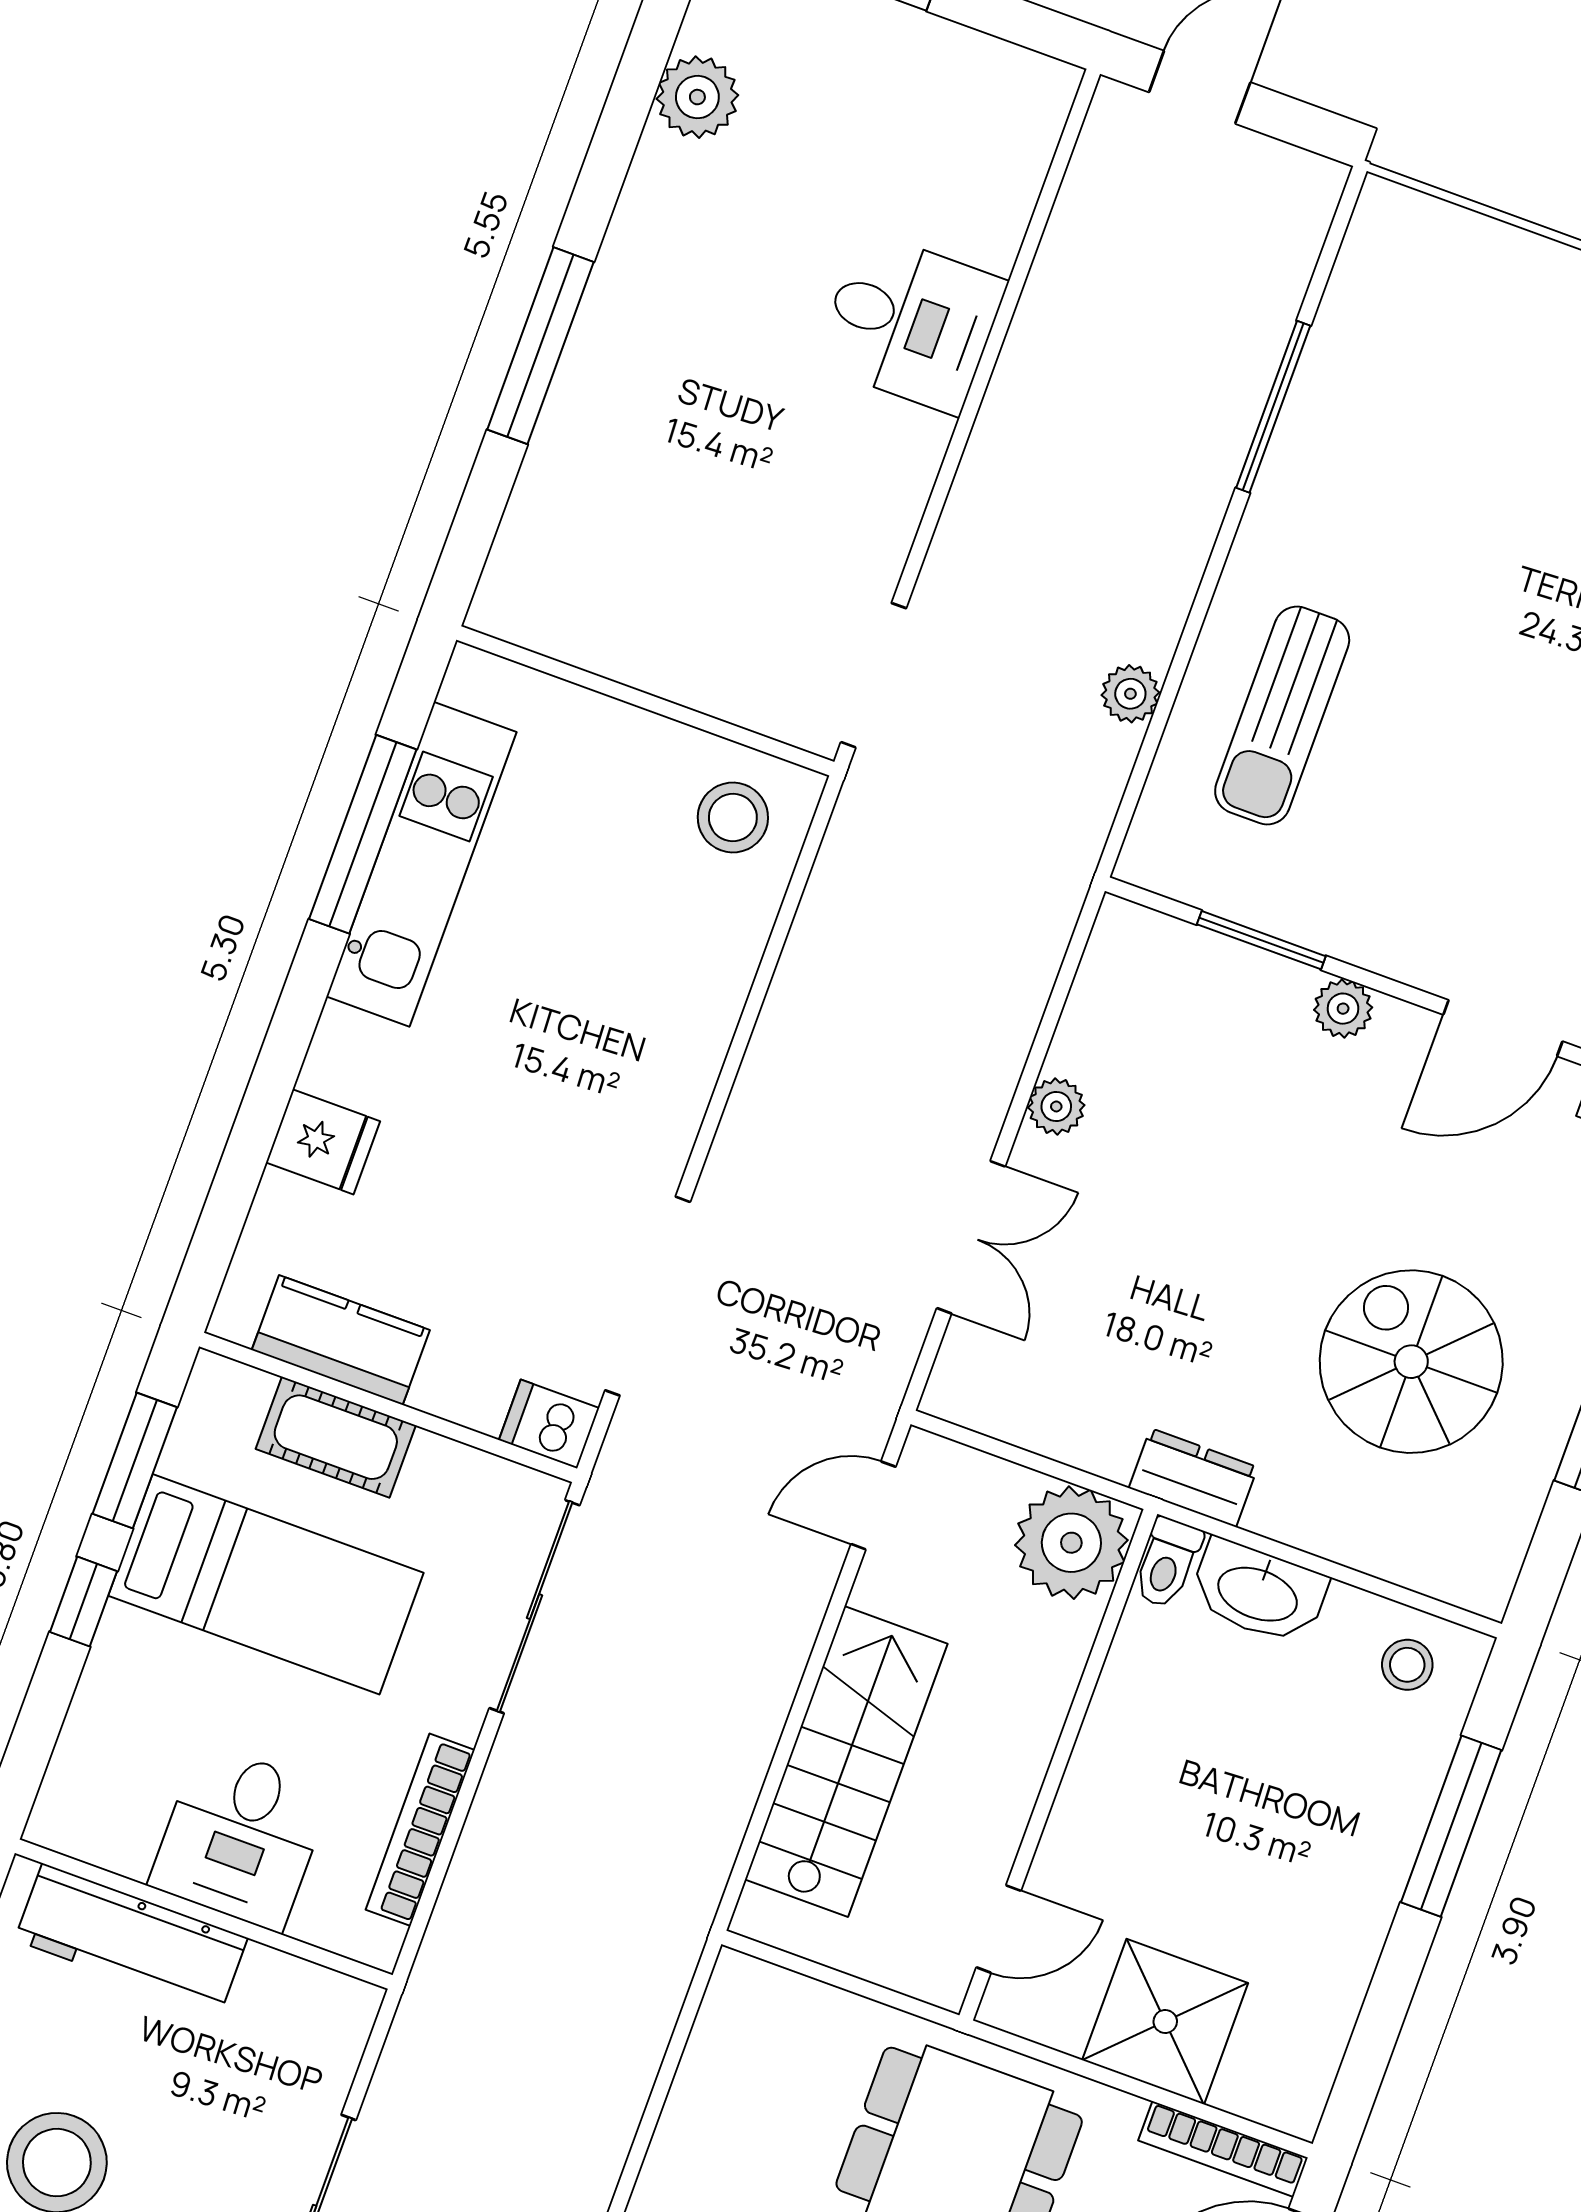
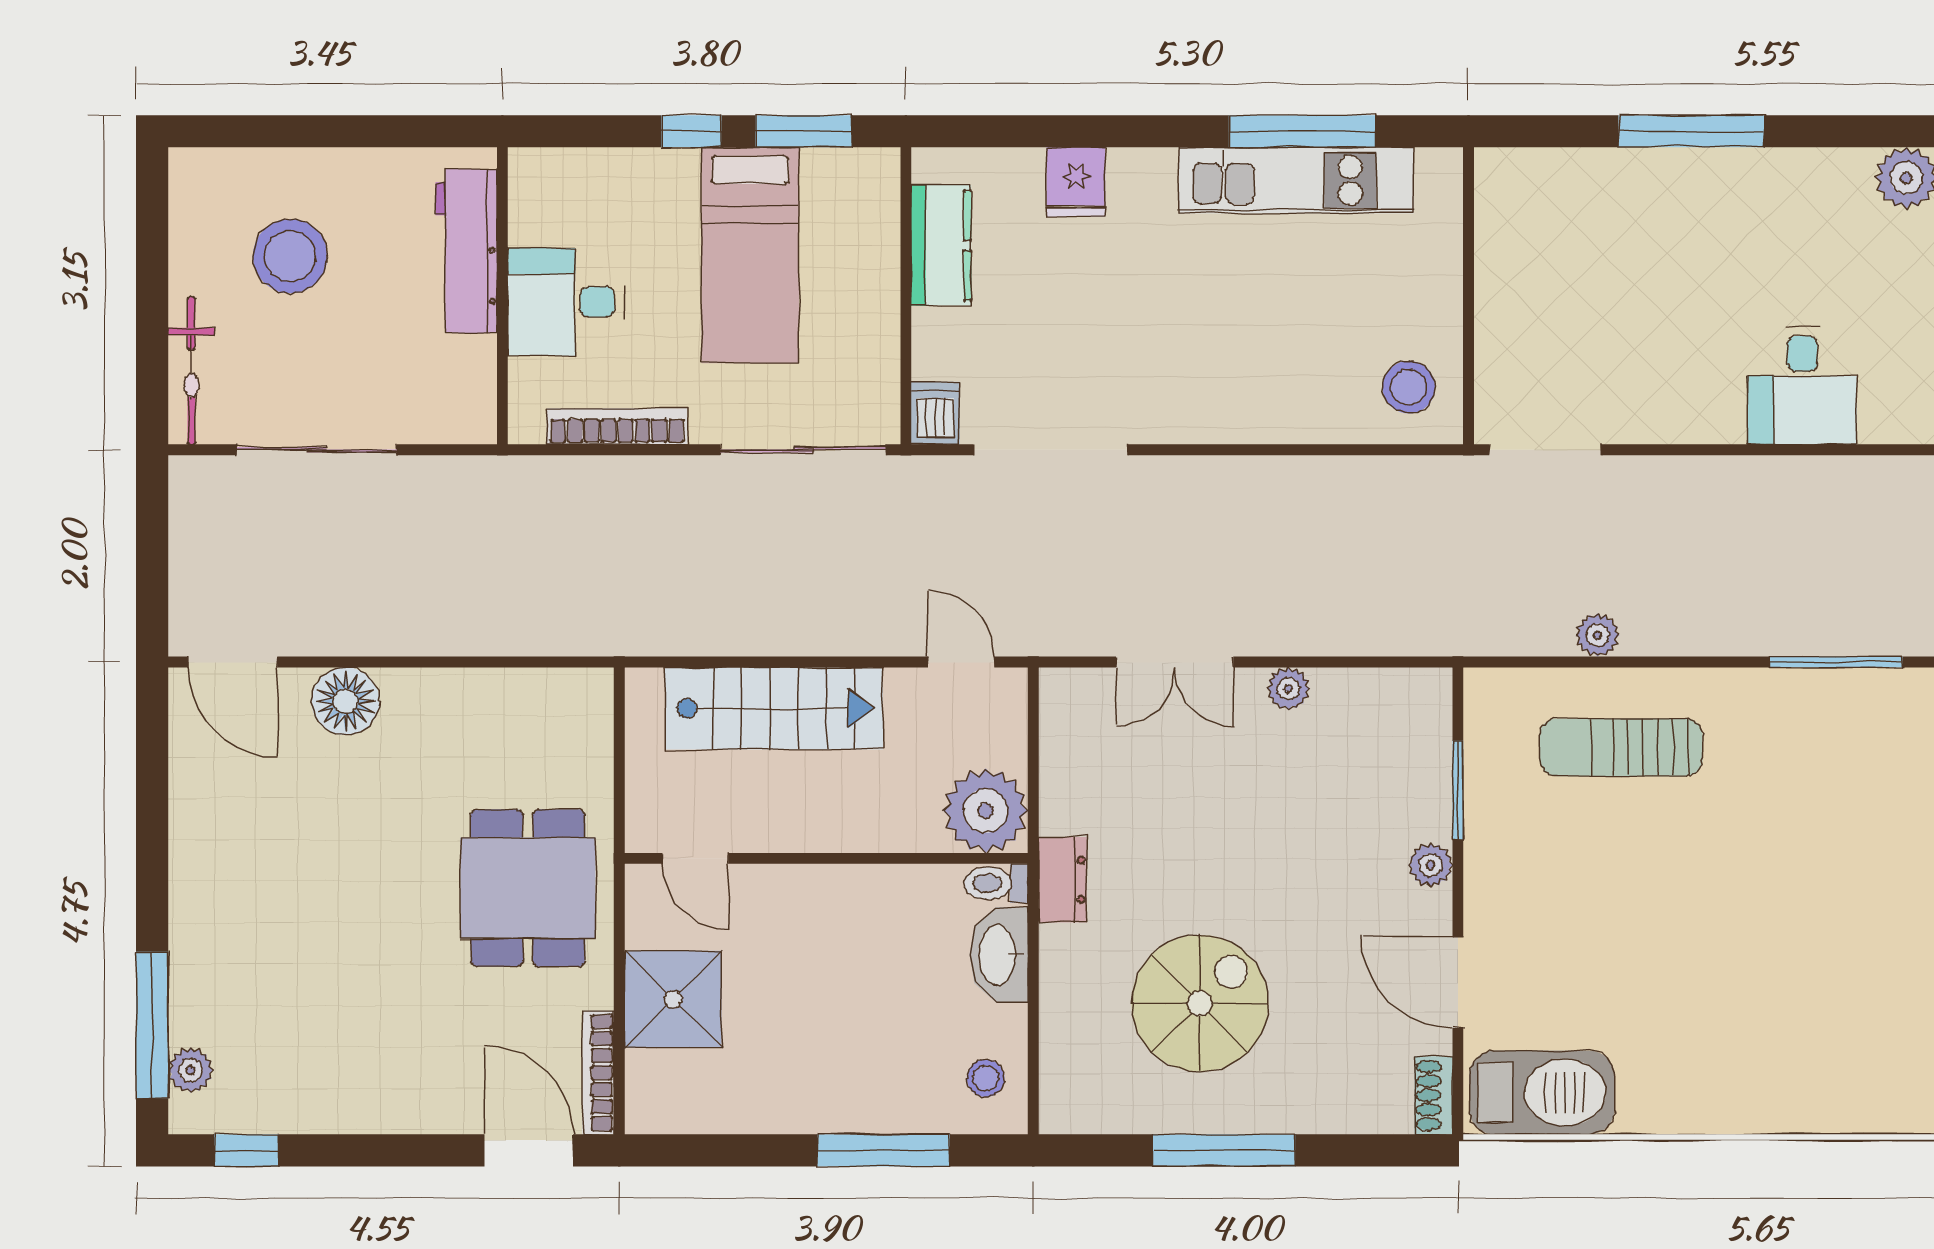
cot: (336, 1437) -> (872, 267), removed

